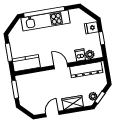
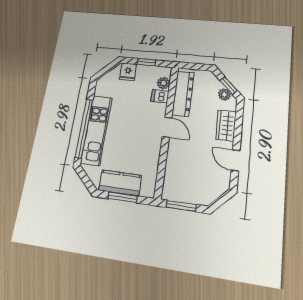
kitchen counter: (26, 63) -> (120, 183), moved, turned 90
door: (61, 66) -> (167, 127), swing flipped

